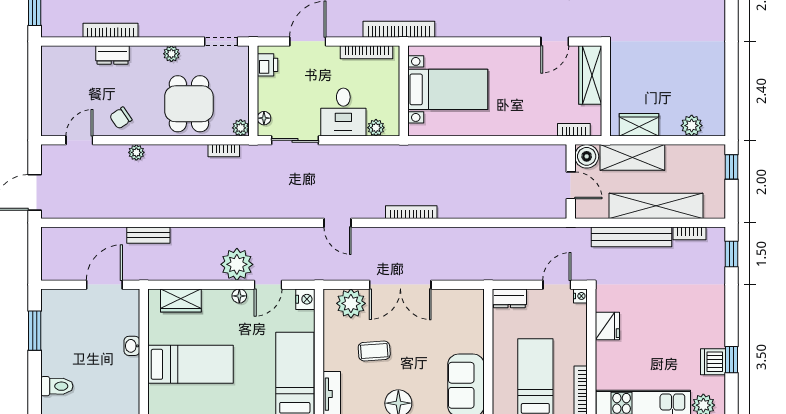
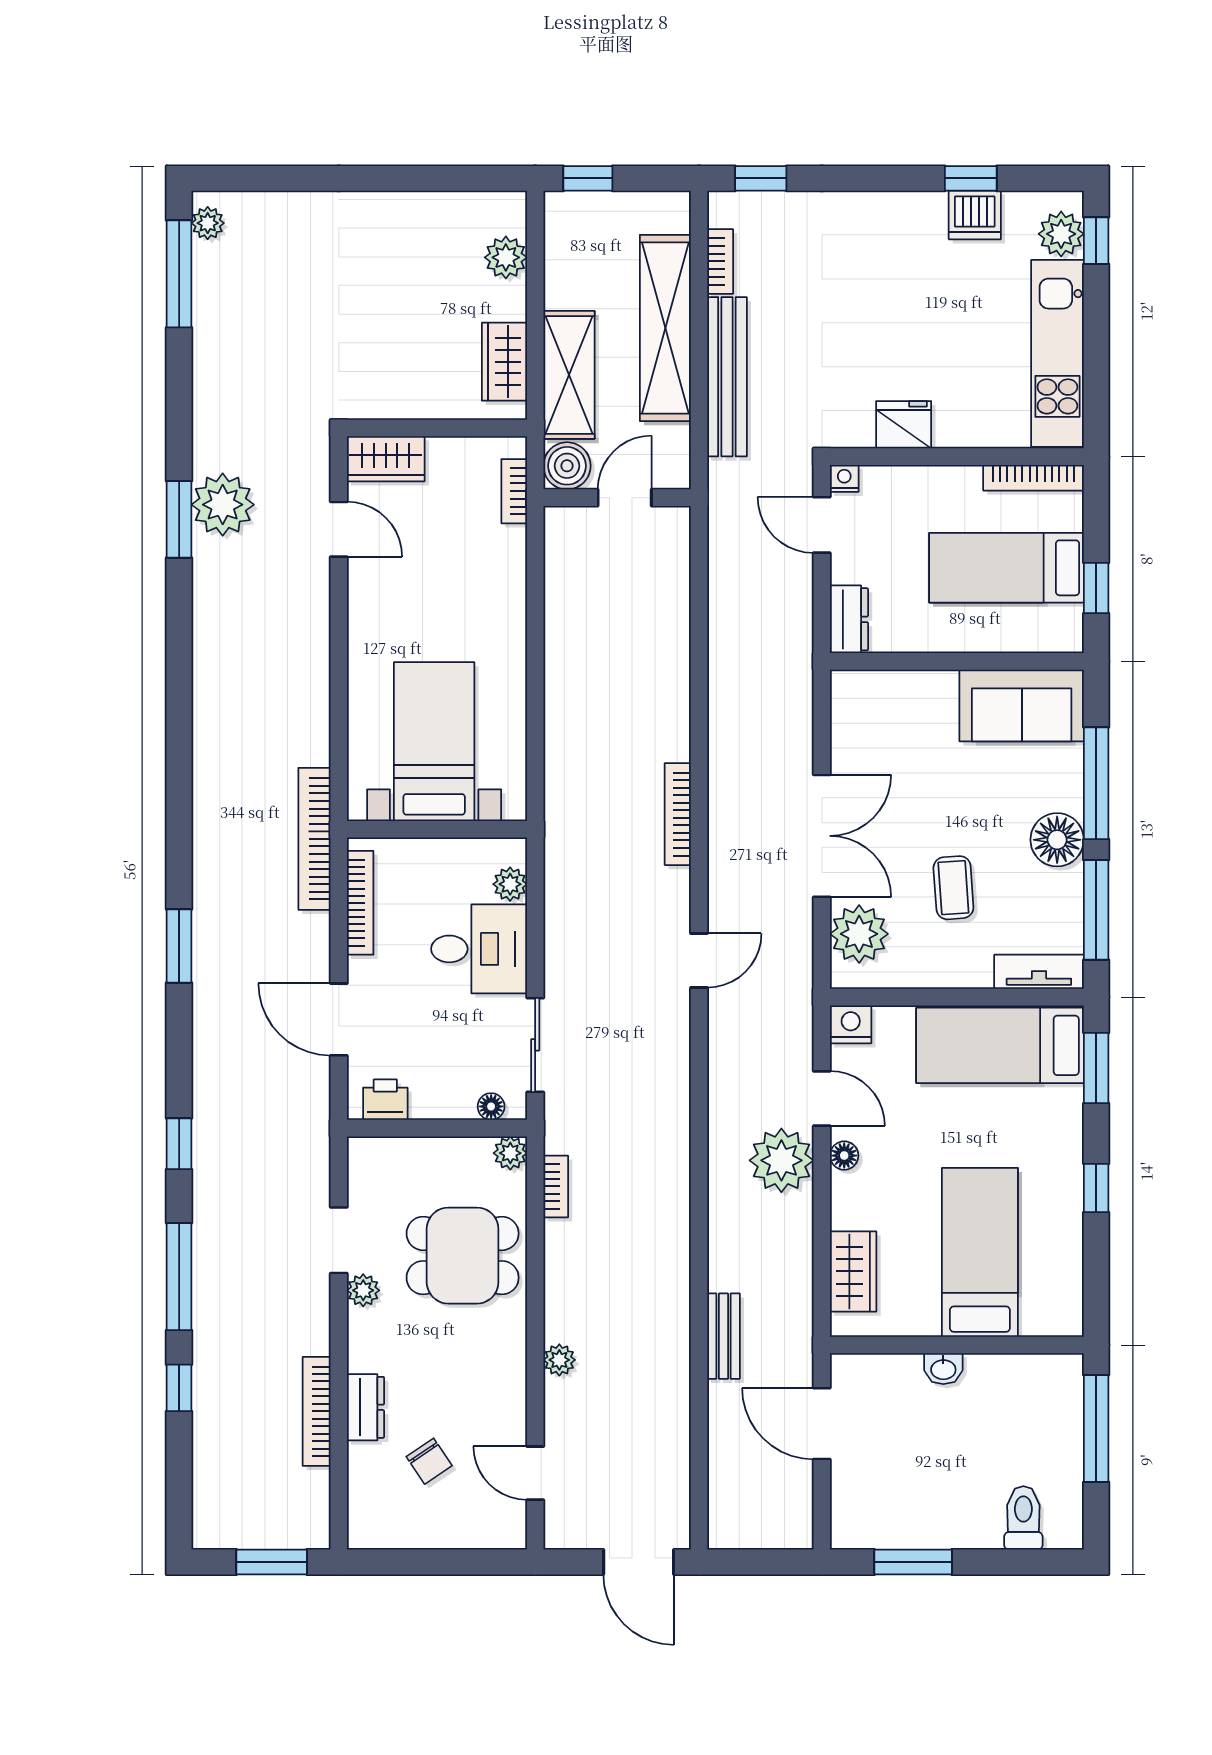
doorway: (221, 41) -> (339, 1240), moved
wardrobe: (590, 75) -> (386, 459), width x0.67
chair: (121, 118) -> (429, 1461), moved

